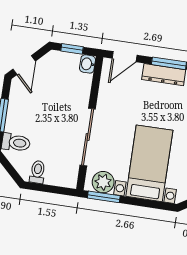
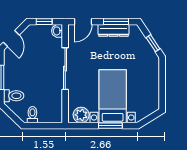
sliding door: (88, 137) -> (65, 69), moved
window: (104, 197) -> (110, 126), moved

